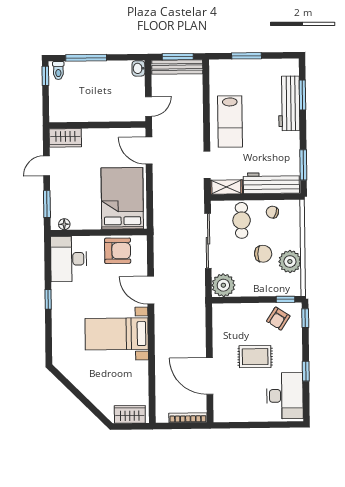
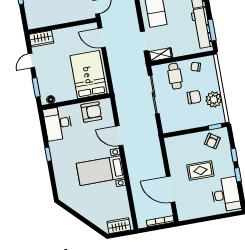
workbench: (271, 183) -> (202, 28), moved, turned -90
plant: (223, 285) -> (170, 124), removed
window: (305, 318) -> (234, 155), moved

